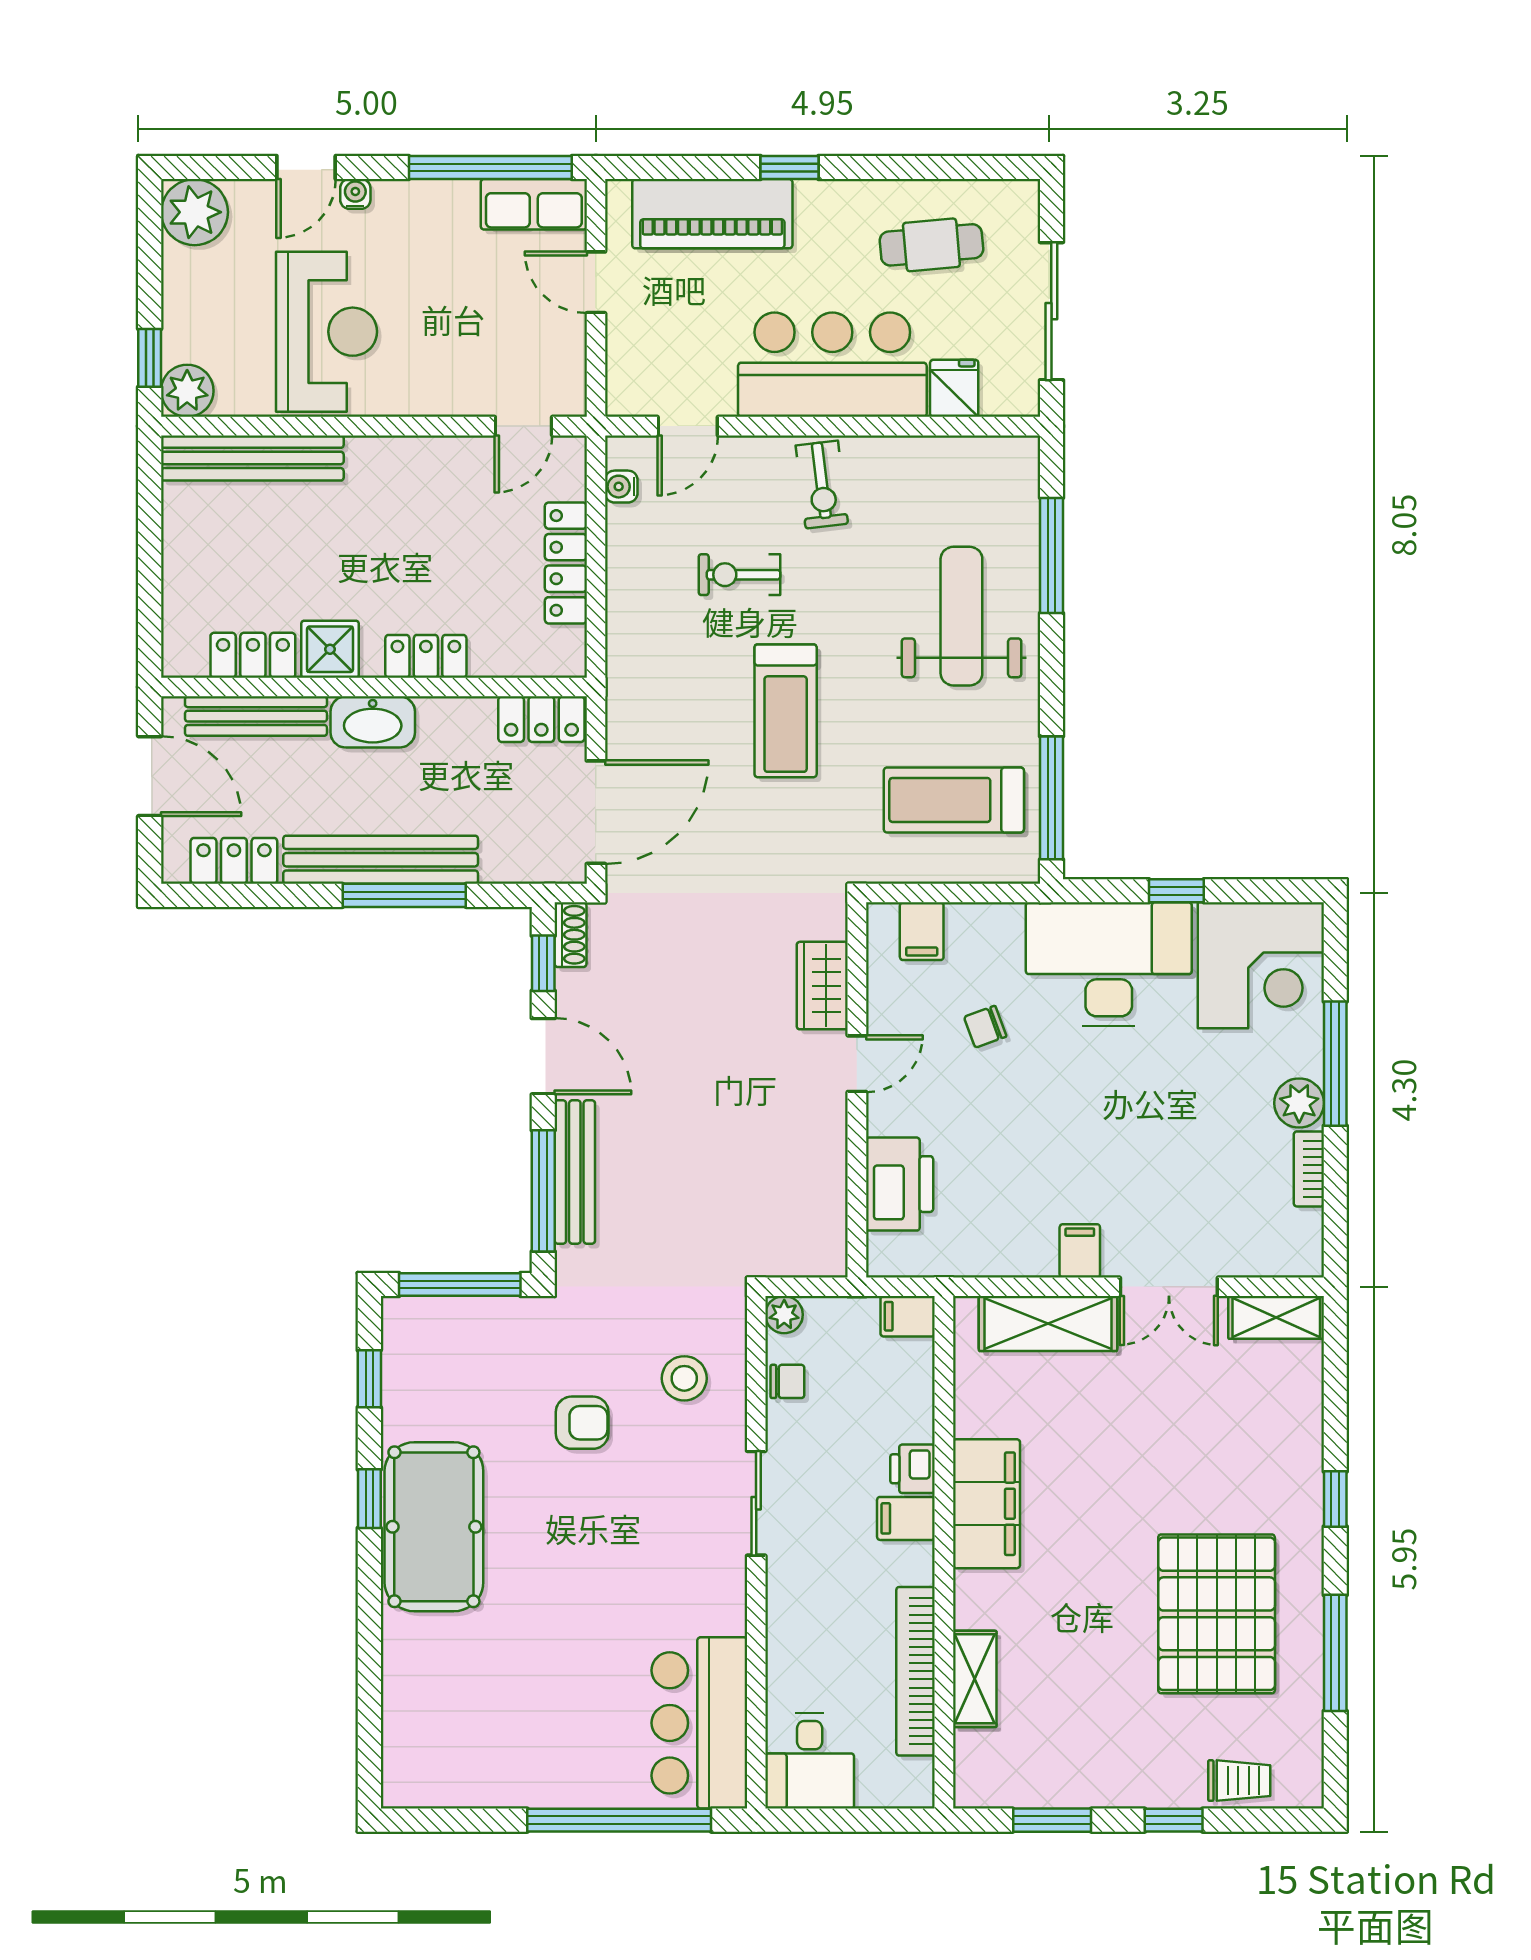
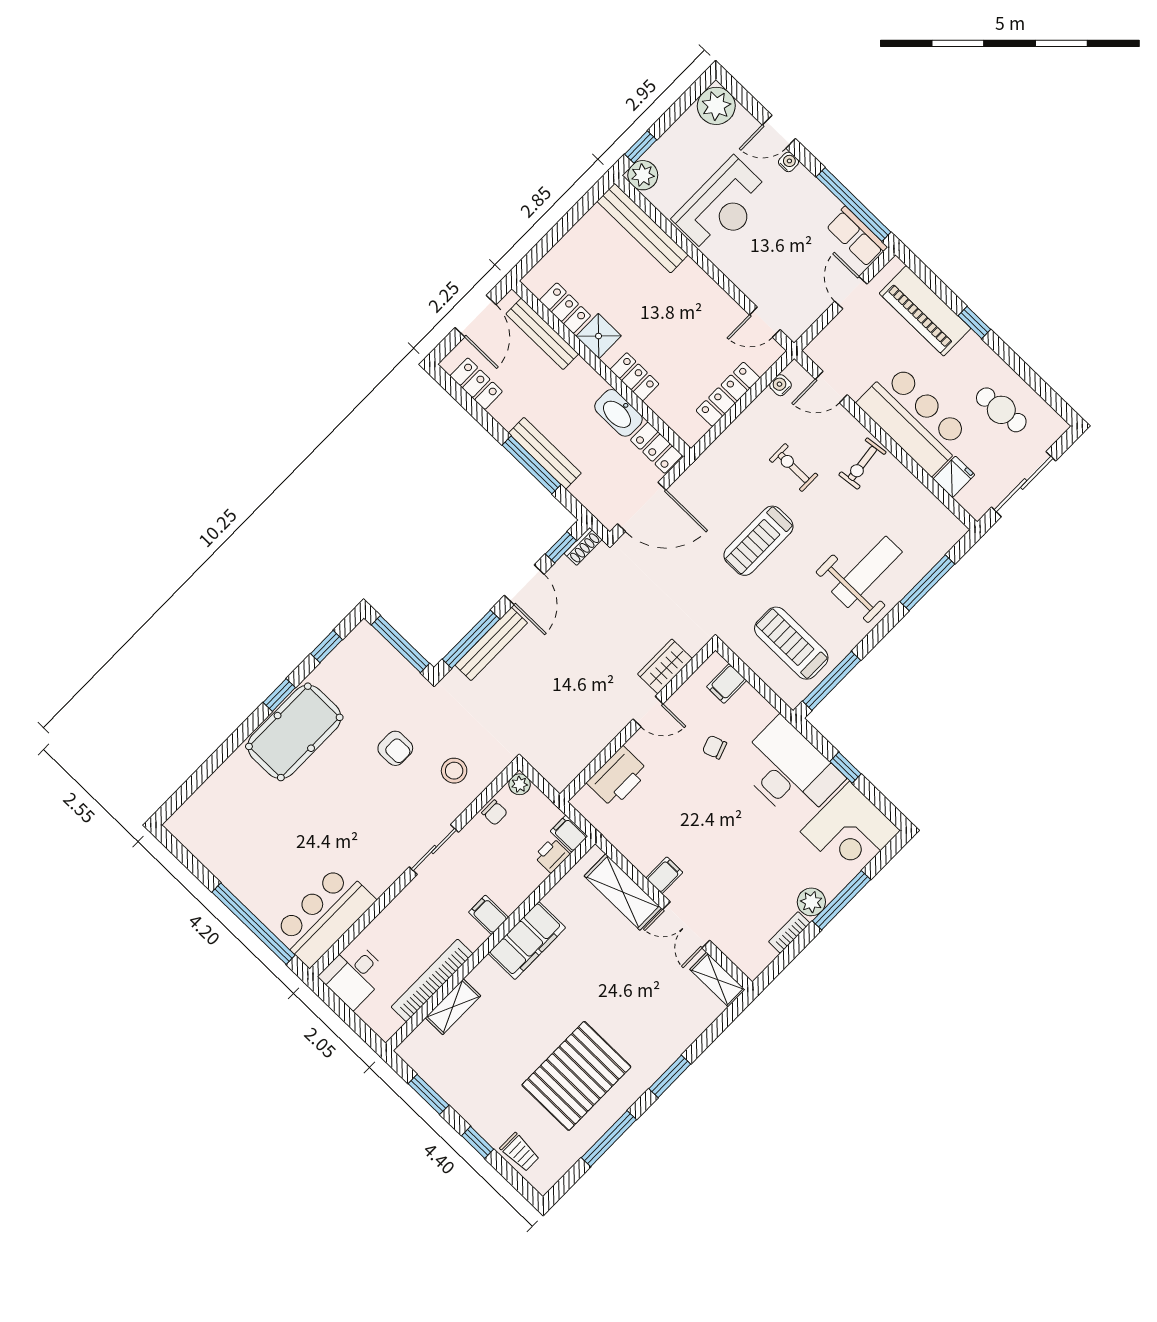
washbasin: (373, 722) -> (618, 413), moved
bench: (381, 860) -> (545, 453), width x0.73, depth x0.82
printer: (913, 1469) -> (552, 855), moved
window: (1335, 1499) -> (670, 1076), width x1.50

